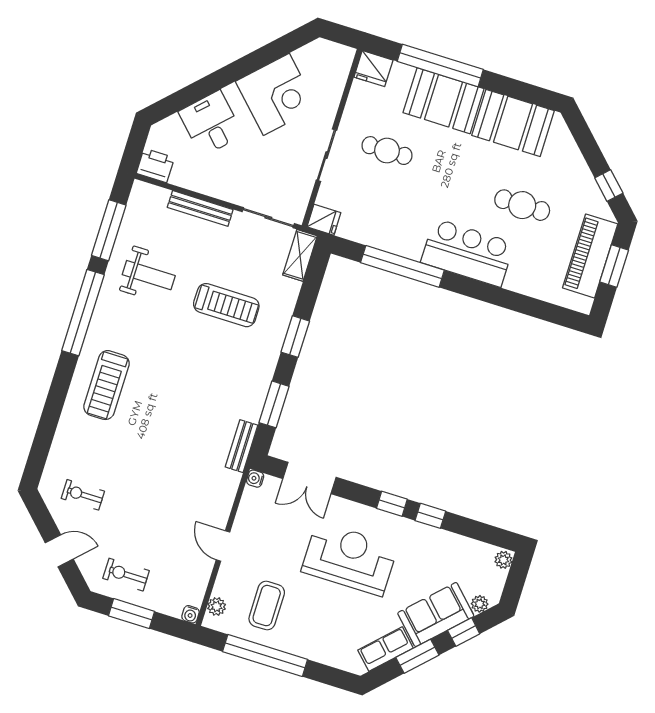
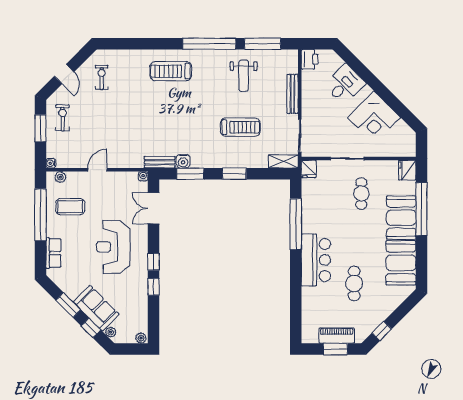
piano: (590, 256) -> (337, 336), width x0.73, depth x0.75
treadmill: (226, 305) -> (240, 127), turned -90
water cooler: (251, 410) -> (183, 161), added
reception desk: (350, 559) -> (113, 247), turned 180
row of seats: (386, 649) -> (53, 253), moved, turned 45

